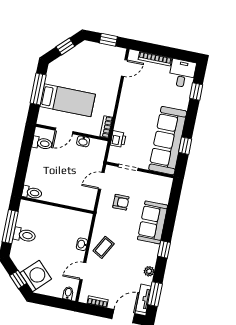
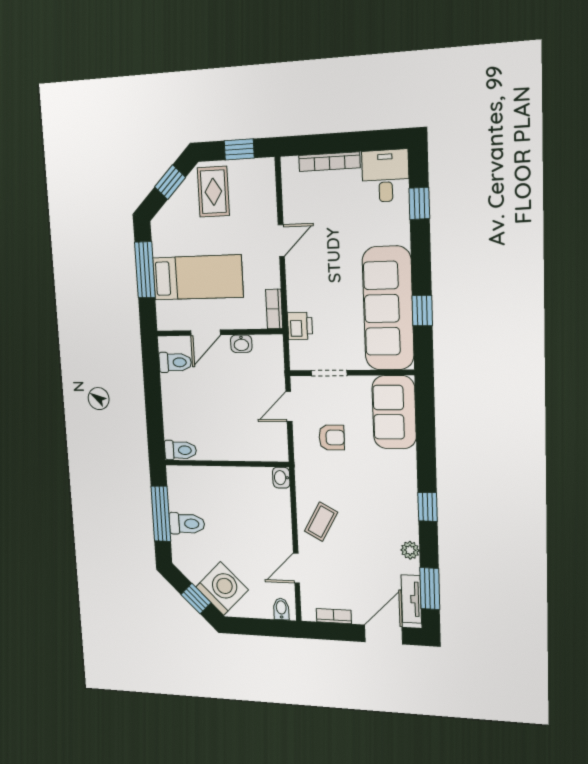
rug: (88, 58) -> (213, 192), added
door: (124, 68) -> (281, 241), moved
sofa: (153, 222) -> (394, 412), moved
washbasin: (82, 244) -> (281, 478), moved

